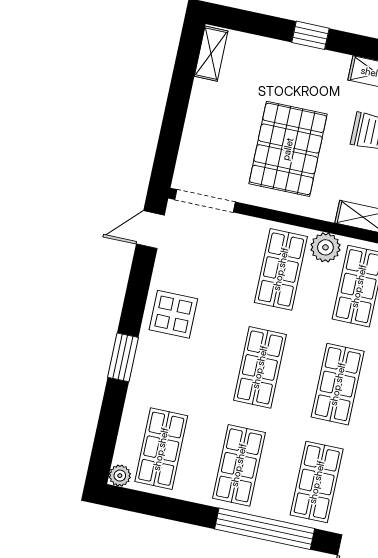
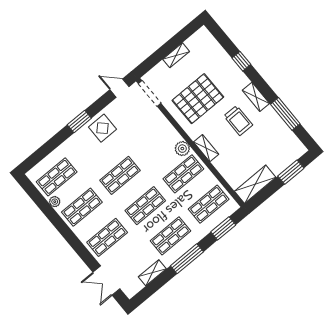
shelving: (211, 54) -> (176, 55), moved
shop shelf: (281, 269) -> (158, 144), removed
window: (123, 357) -> (79, 121), moved
plant: (120, 476) -> (55, 202), moved
window: (265, 529) -> (72, 240), removed

